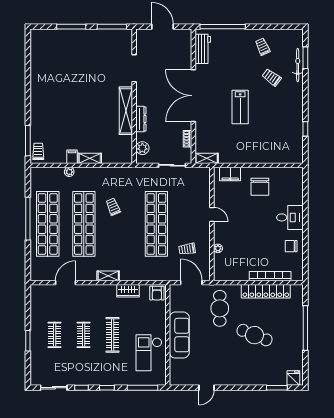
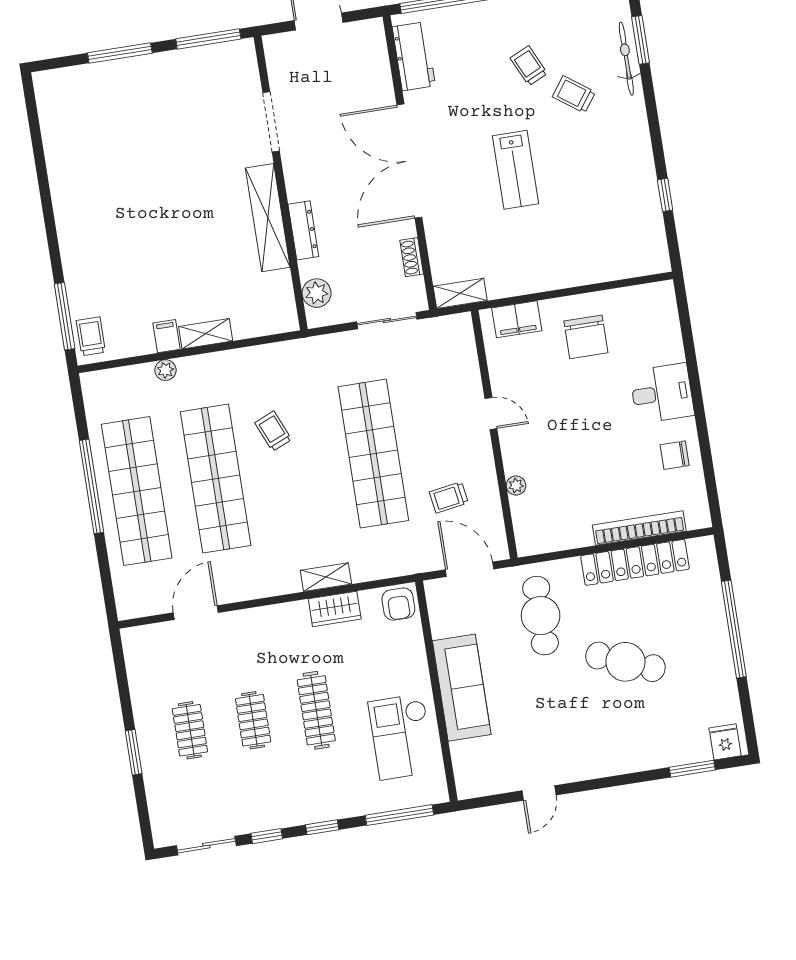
trolley: (263, 47) -> (529, 66), moved
shelving: (108, 276) -> (326, 577), moved

